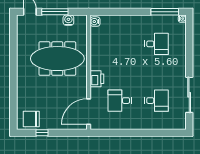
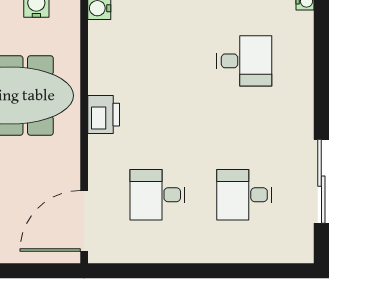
printer: (97, 79) -> (104, 115), moved
desk: (156, 101) -> (244, 195), turned 180

